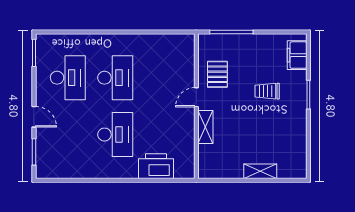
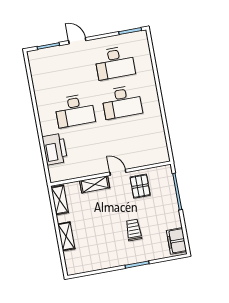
filing cabinet: (297, 55) -> (177, 241), moved, turned -90
pallet: (217, 74) -> (140, 186), turned 90
door: (34, 117) -> (77, 41), swing flipped
shelving: (216, 171) -> (60, 200), added

